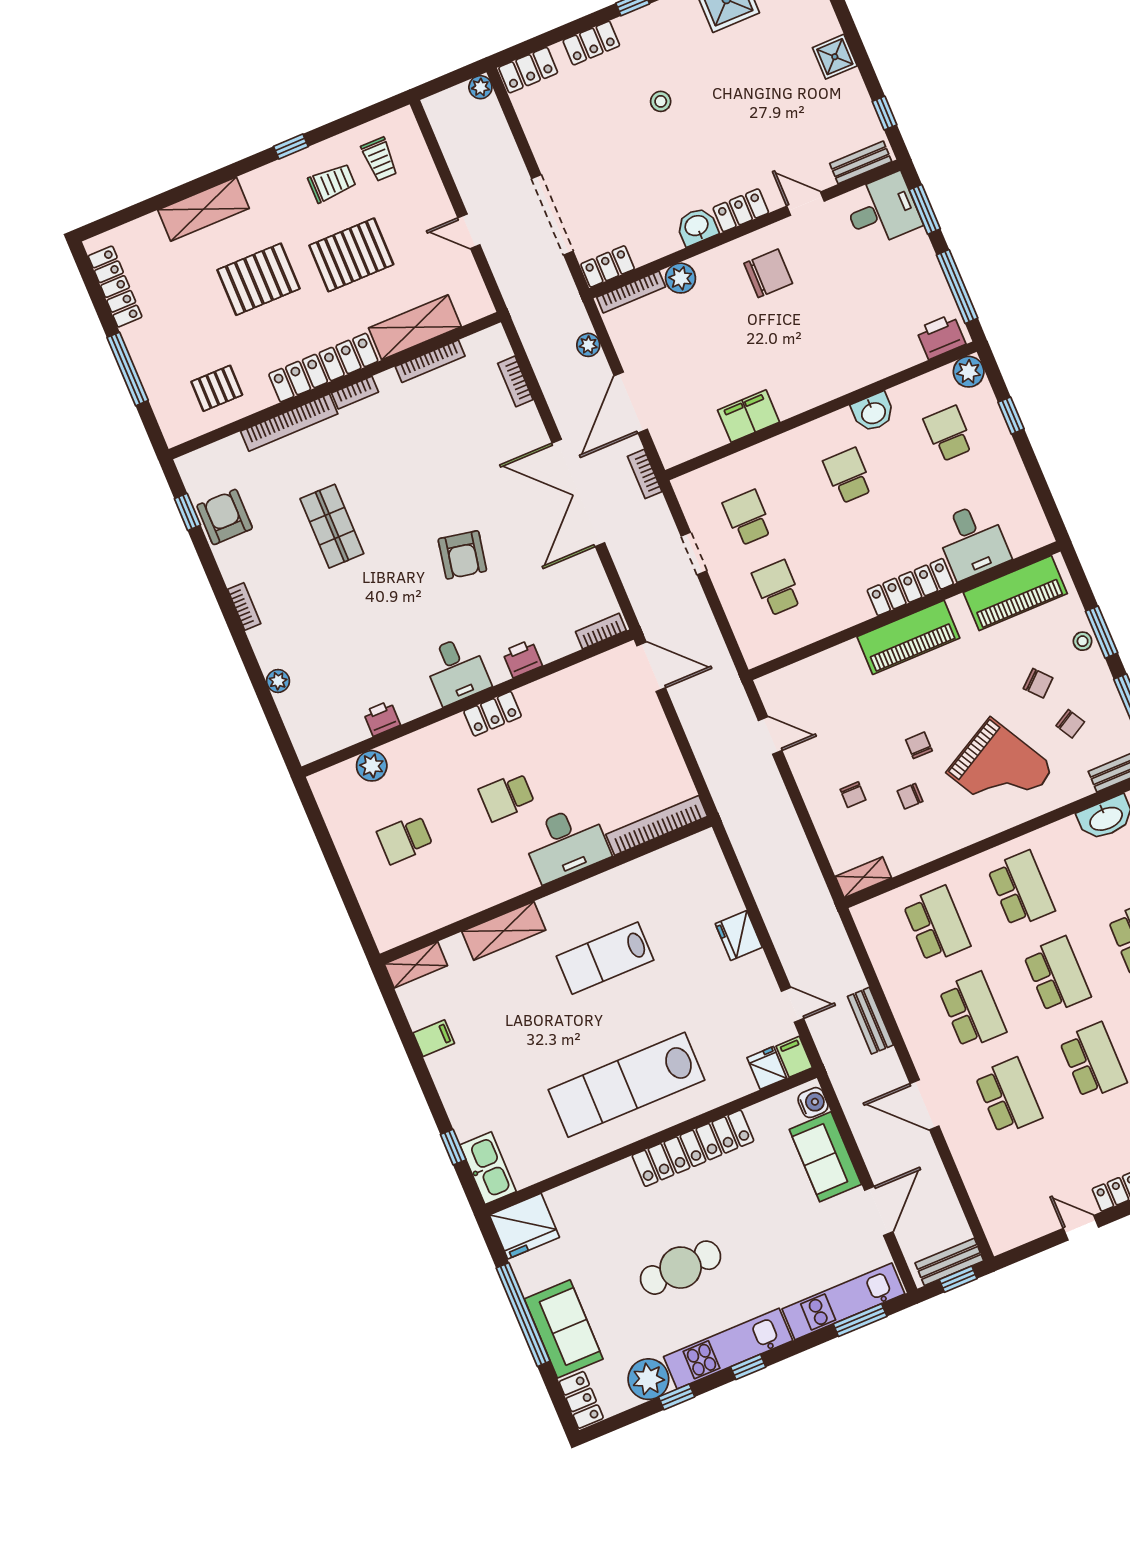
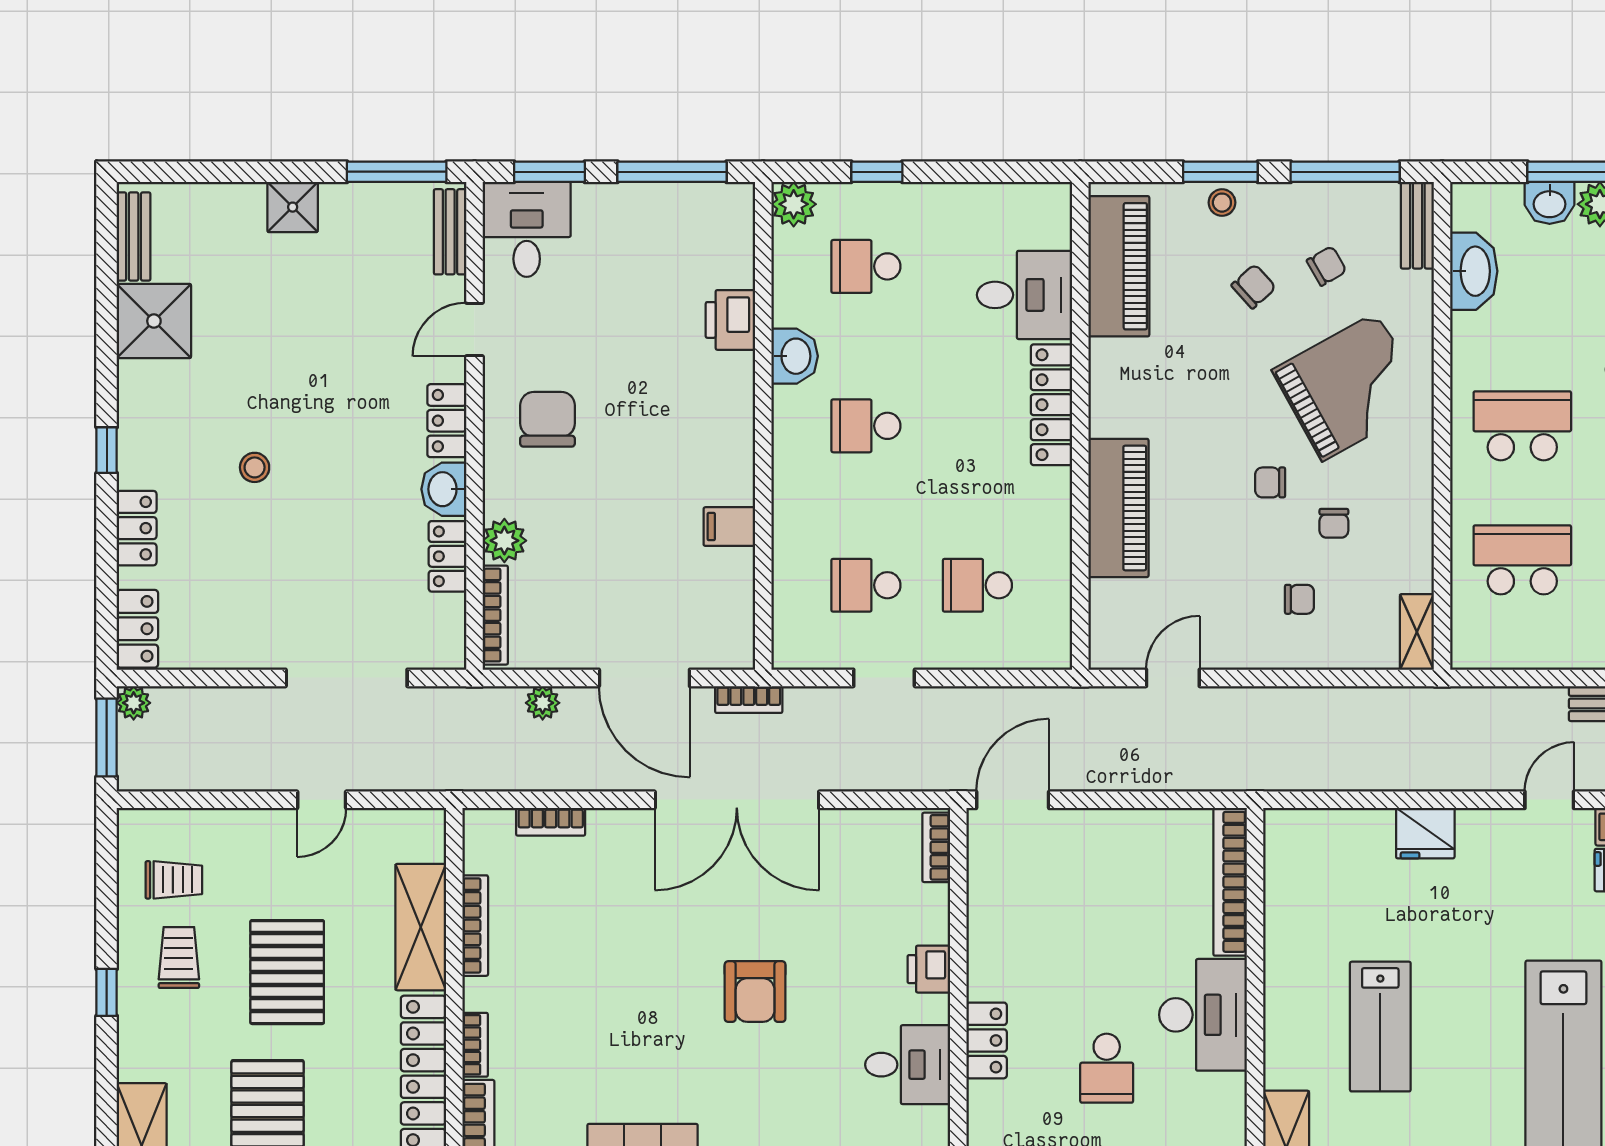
window: (451, 79) -> (107, 738), added
window: (884, 113) -> (397, 172), width x2.17
locker: (608, 266) -> (448, 556), moved
printer: (941, 336) -> (730, 320), moved
filing cabinet: (749, 416) -> (729, 527), width x0.50
armchair: (462, 555) -> (755, 992), turned 79
piano: (908, 637) -> (1118, 508), moved

